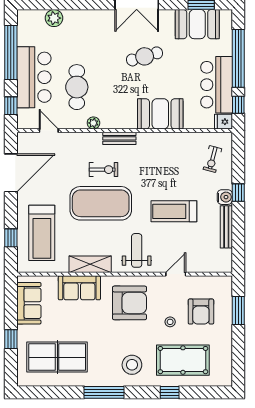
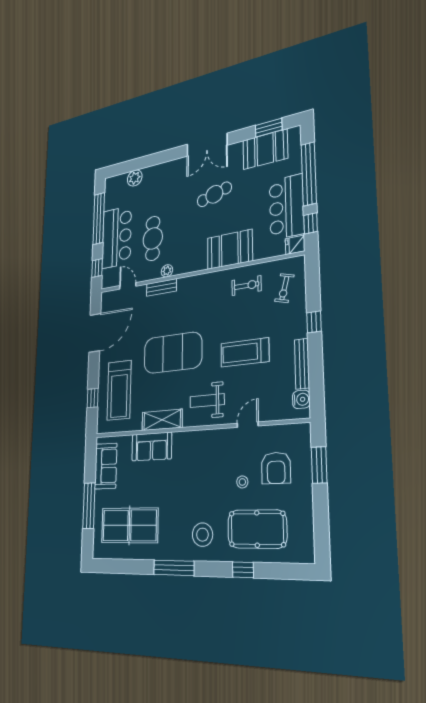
bench: (119, 138) -> (161, 287), moved
exercise bike: (104, 170) -> (246, 286), moved
water cooler: (225, 197) -> (301, 399), moved
weight bench: (137, 250) -> (207, 401), turned -90
armchair: (130, 303) -> (200, 461), removed
window: (11, 339) -> (89, 506), width x2.17

